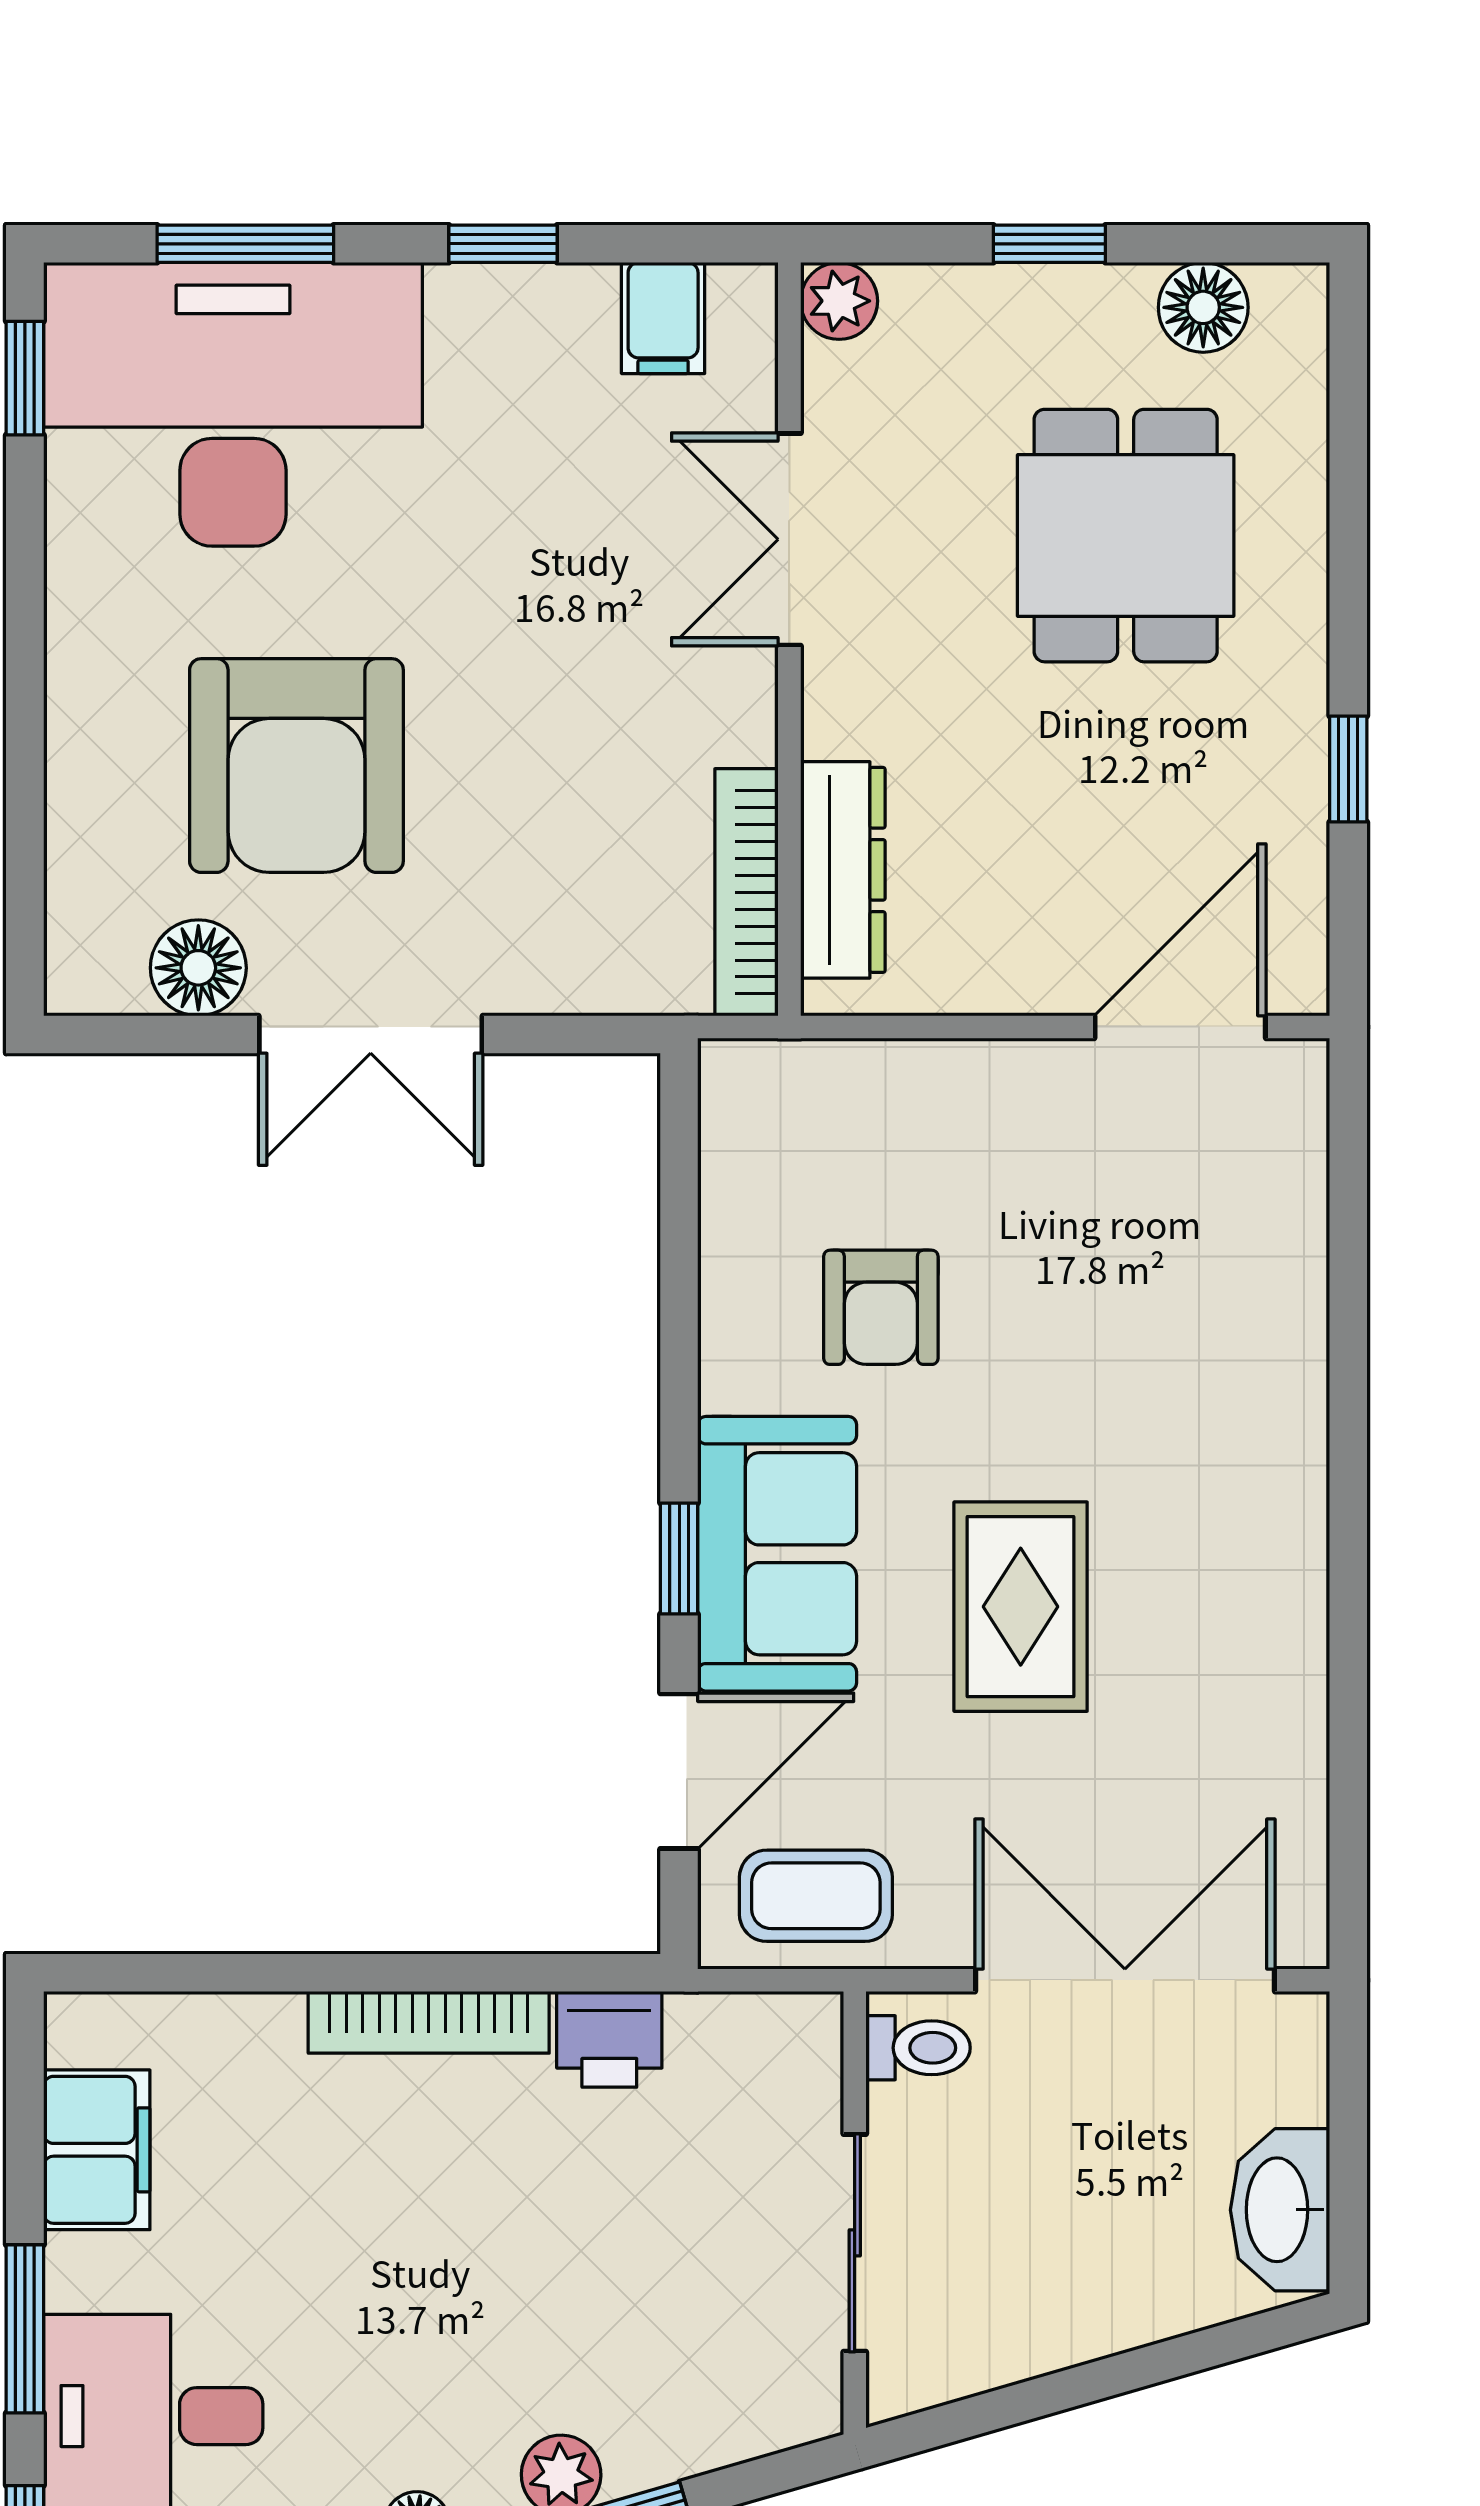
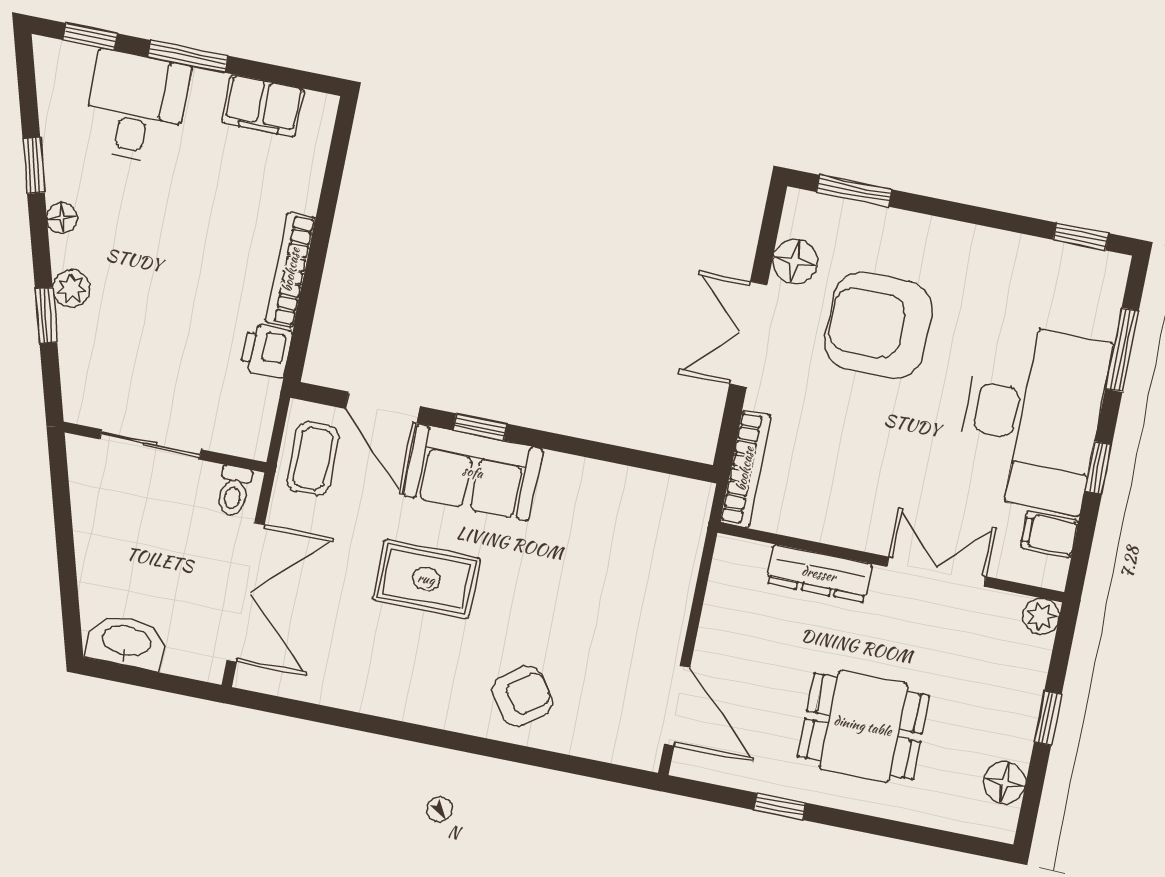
desk: (233, 404) -> (1032, 417), moved
dining table: (1126, 536) -> (863, 726), moved
dresser: (843, 870) -> (819, 574), moved
window: (25, 873) -> (854, 191), added
bookcase: (746, 892) -> (745, 469), moved, turned 90
armchair: (881, 1307) -> (522, 696), moved, turned 144

